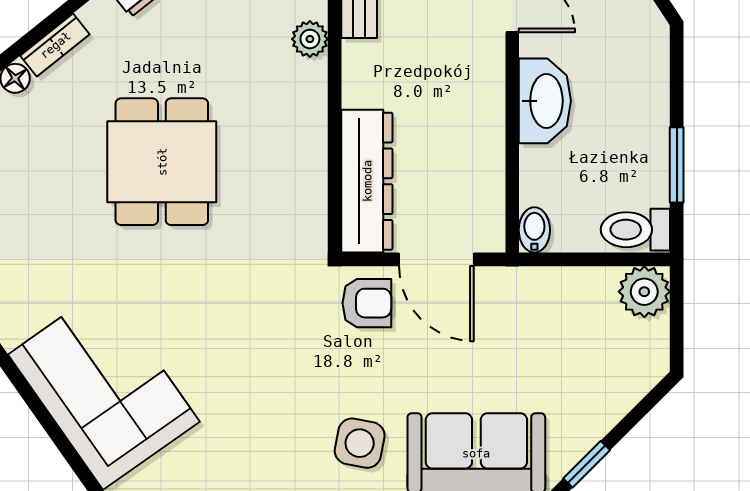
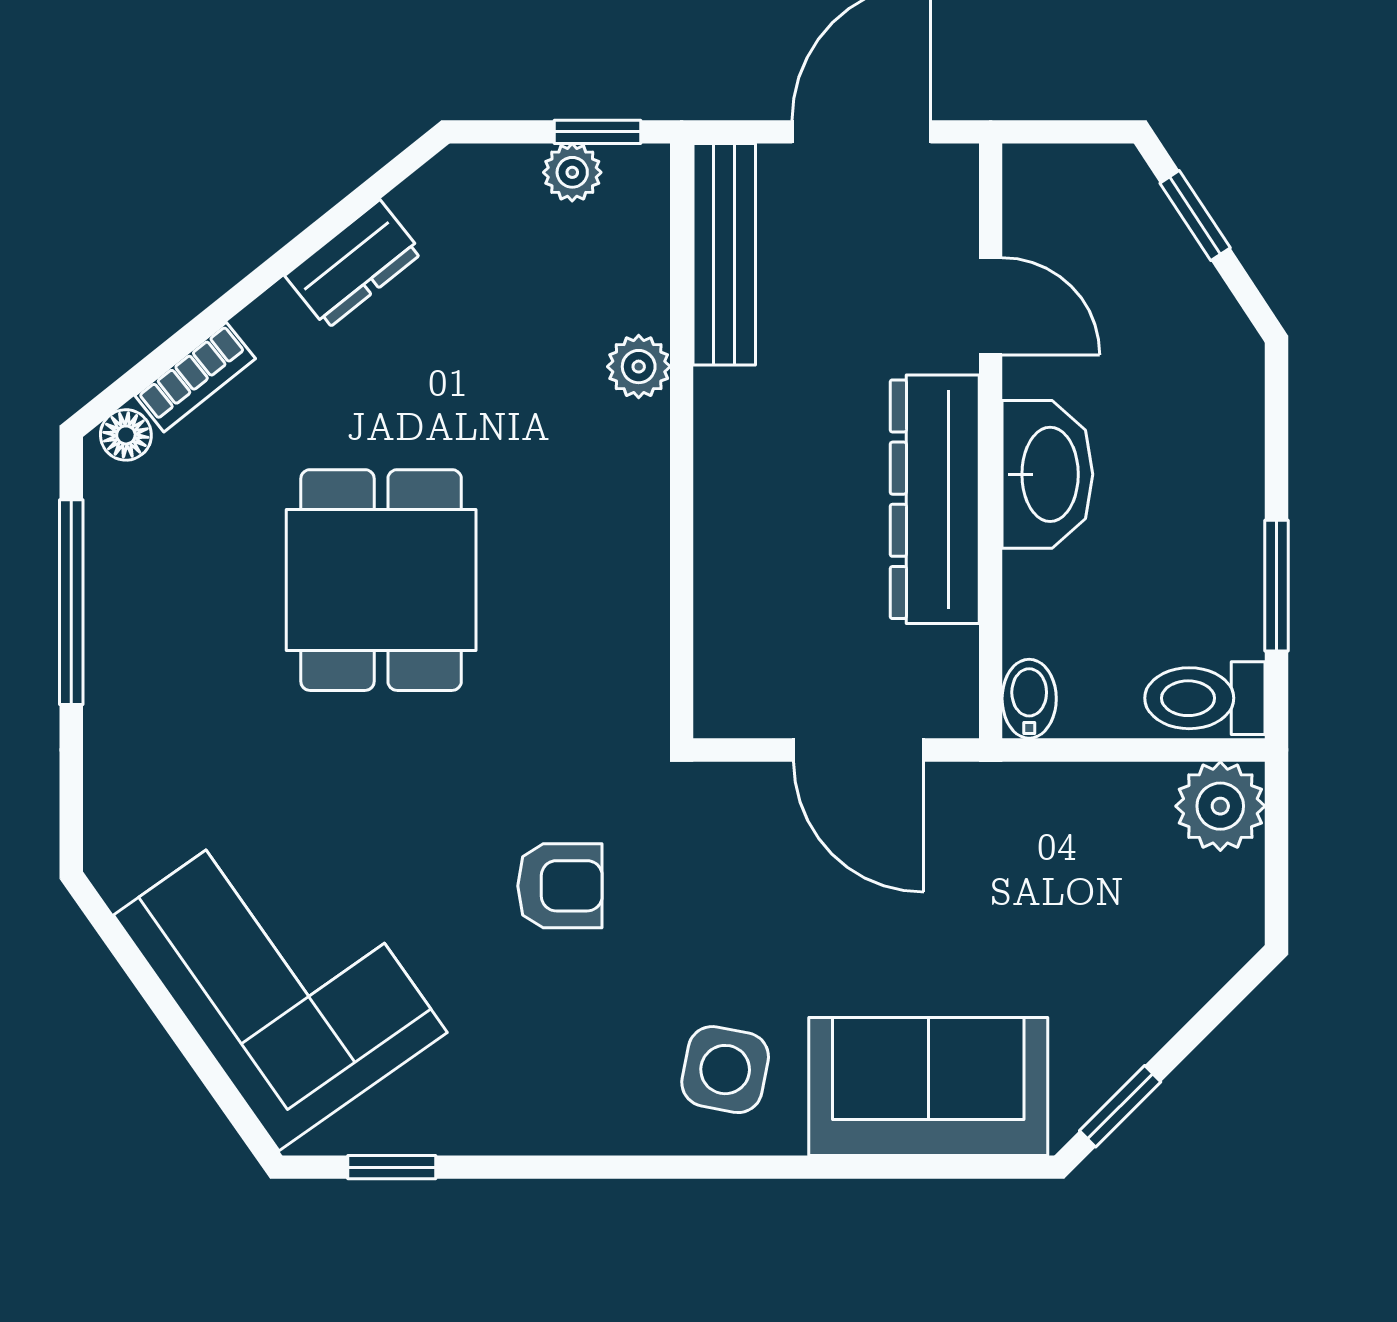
dresser: (367, 181) -> (935, 499), moved, turned 180
armchair: (367, 303) -> (560, 886), moved

